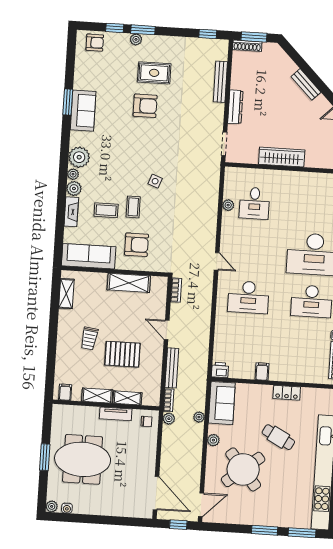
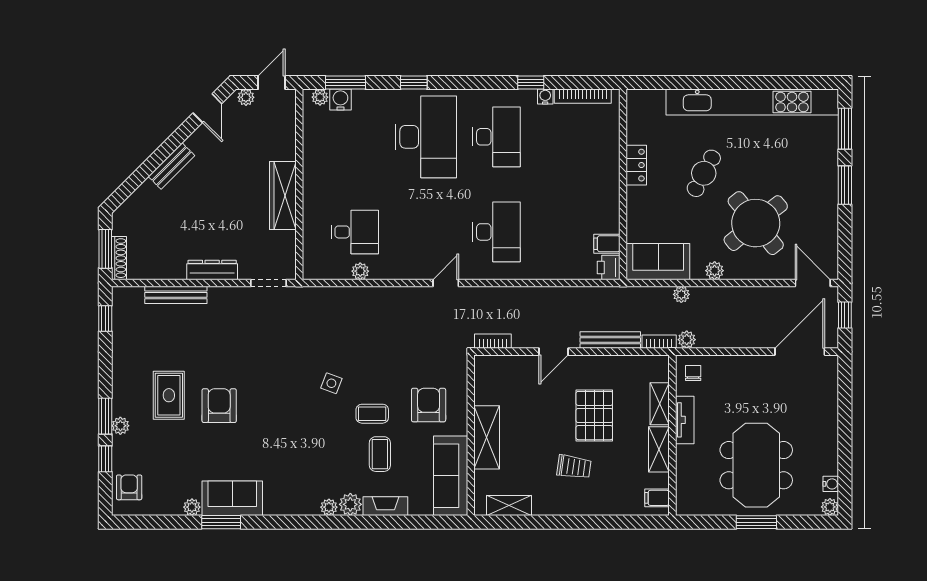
plant: (79, 157) -> (192, 507), moved, width x0.53, depth x0.53
shelving: (129, 283) -> (487, 437), moved
filing cabinet: (262, 372) -> (607, 244), moved

